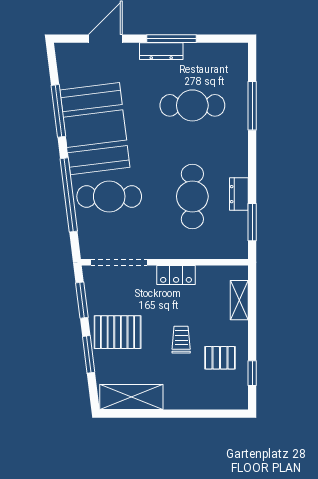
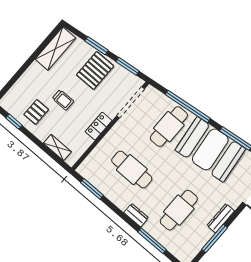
window: (171, 39) -> (215, 238), moved
dresser: (239, 194) -> (136, 215), moved

